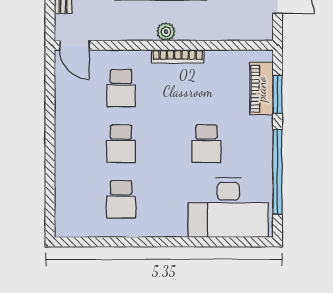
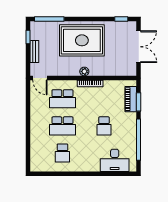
school desk: (121, 88) -> (62, 99), width x1.85
school desk: (121, 144) -> (62, 126), width x1.85
desk: (228, 207) -> (115, 160), width x0.73, depth x0.77

